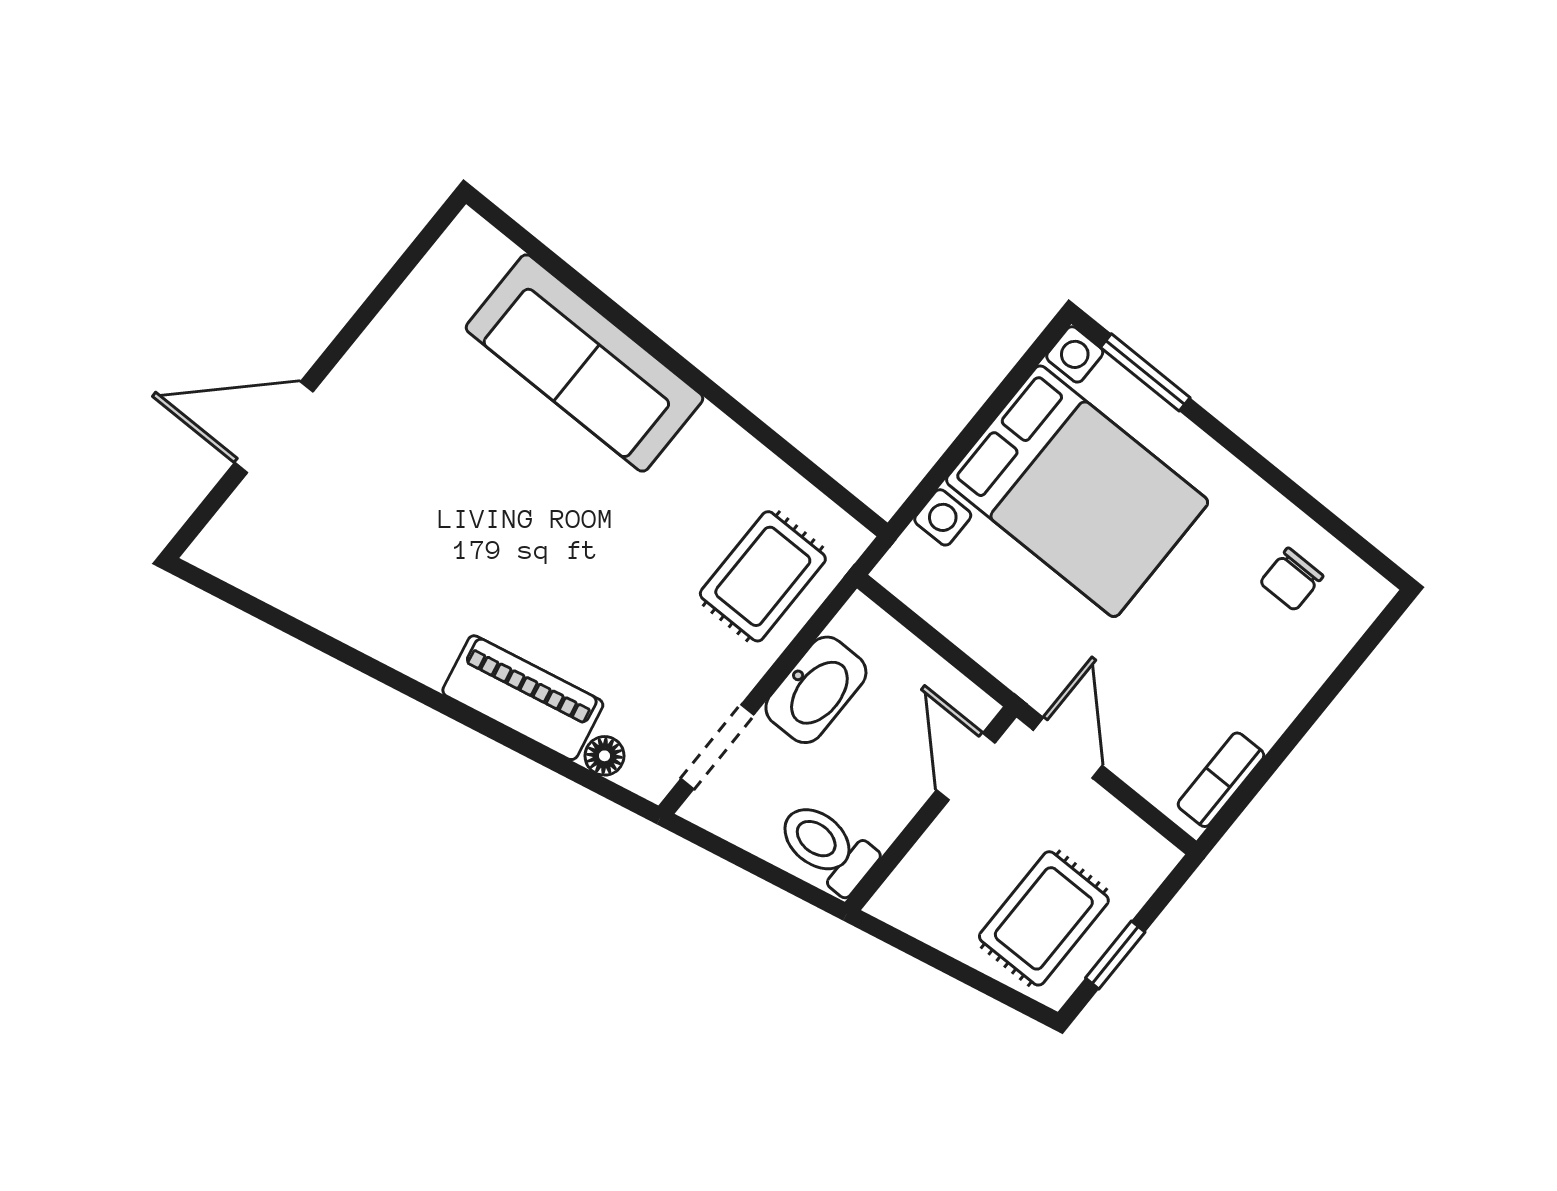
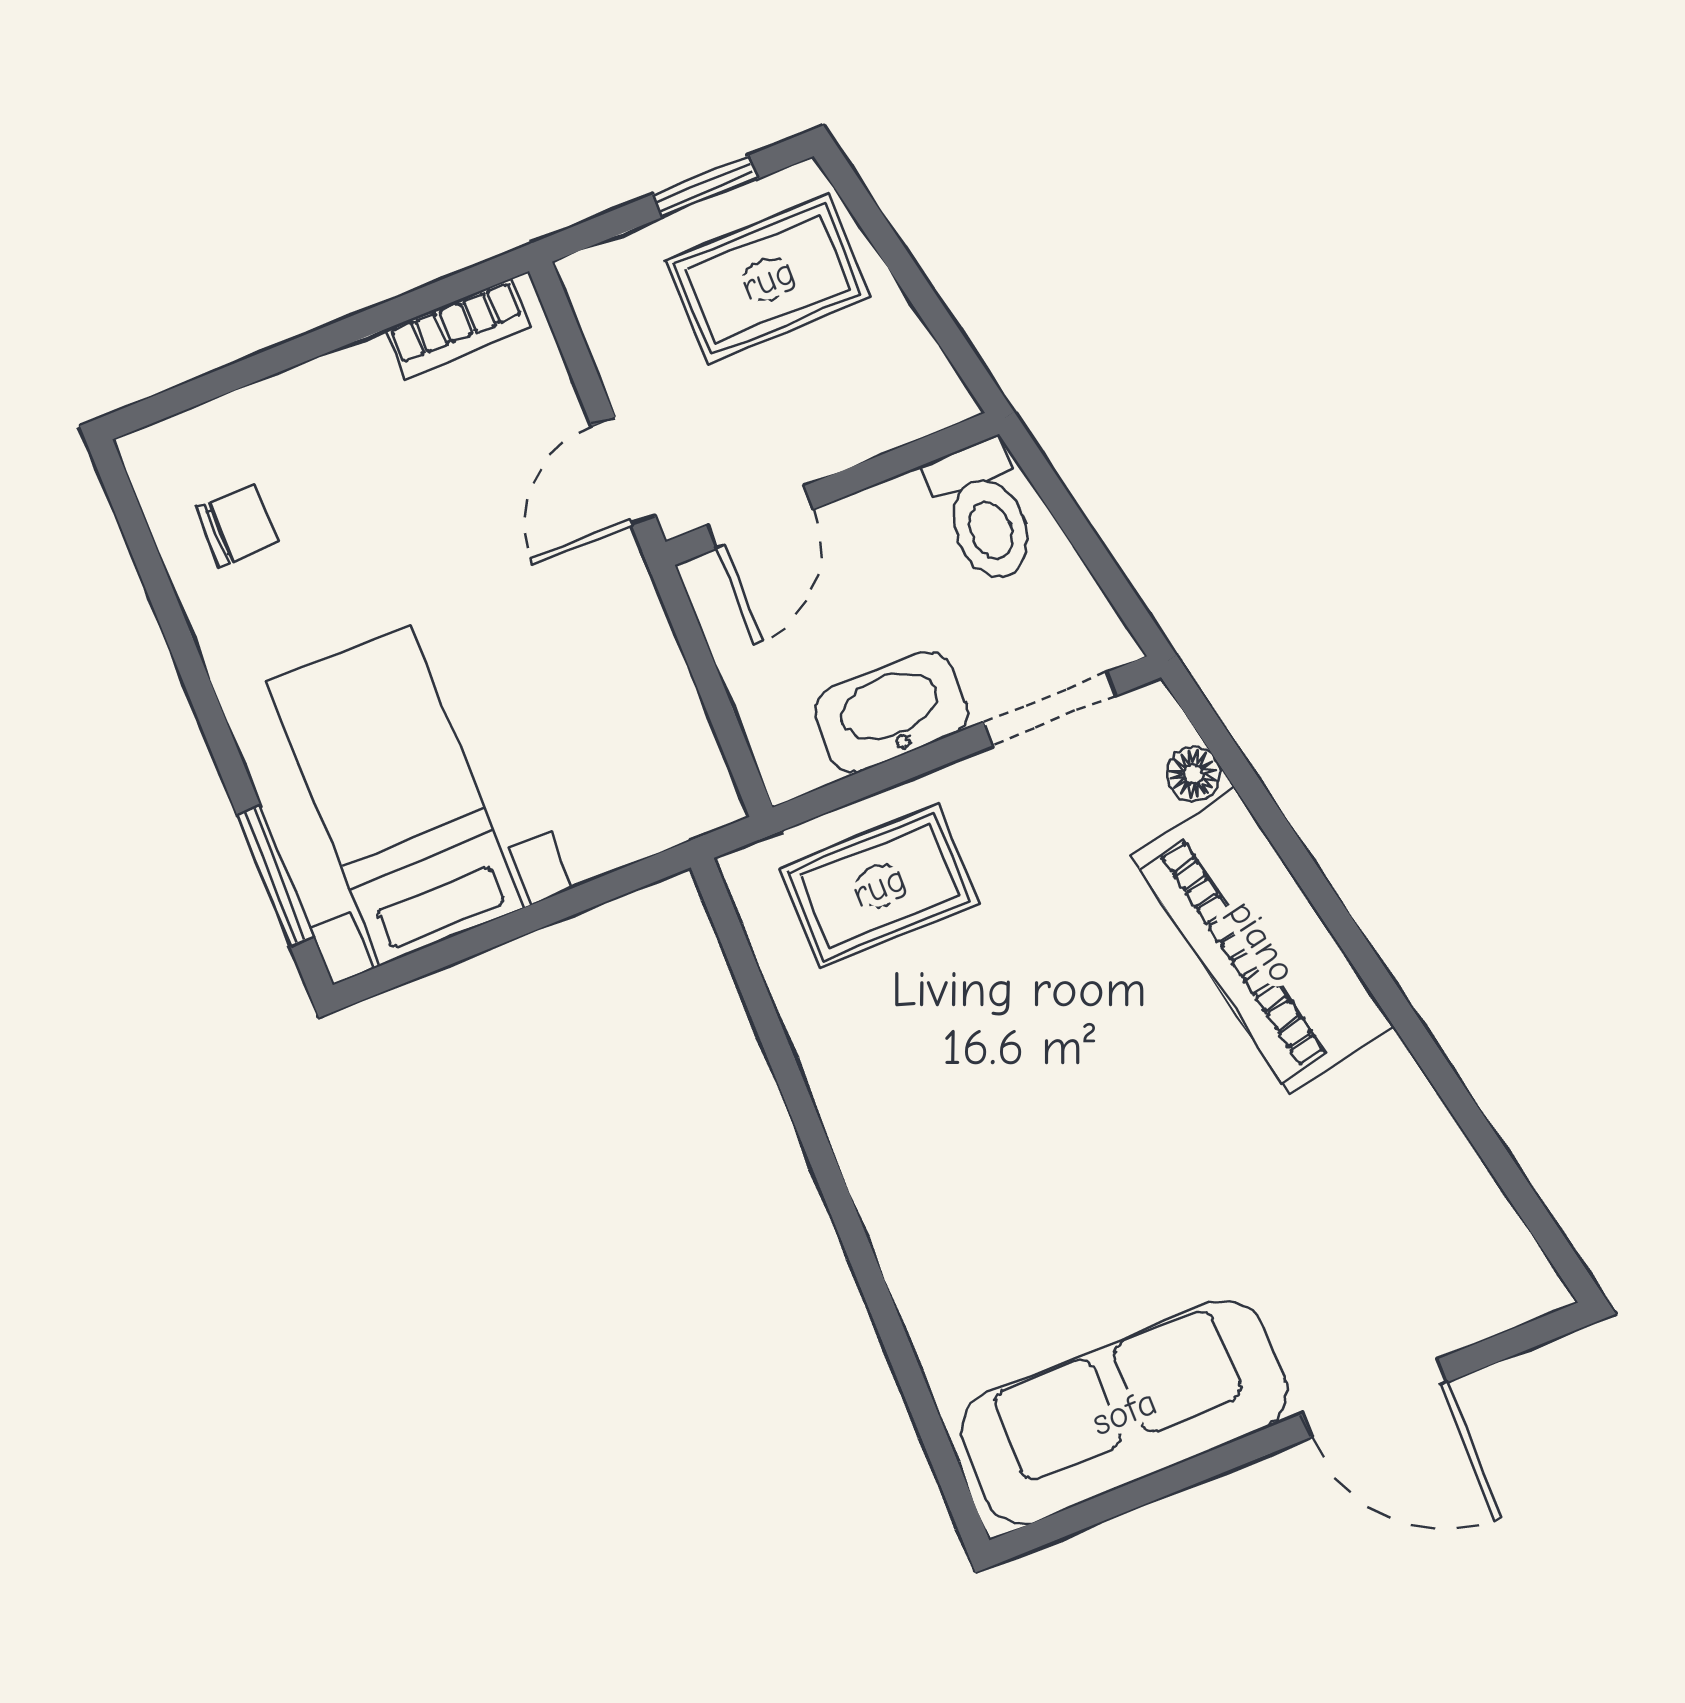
sofa: (584, 363) -> (1124, 1412), moved, turned -90
bed with nightstands: (1077, 491) -> (395, 795), width x0.73
piano: (523, 698) -> (1262, 941), width x1.37, depth x1.33

